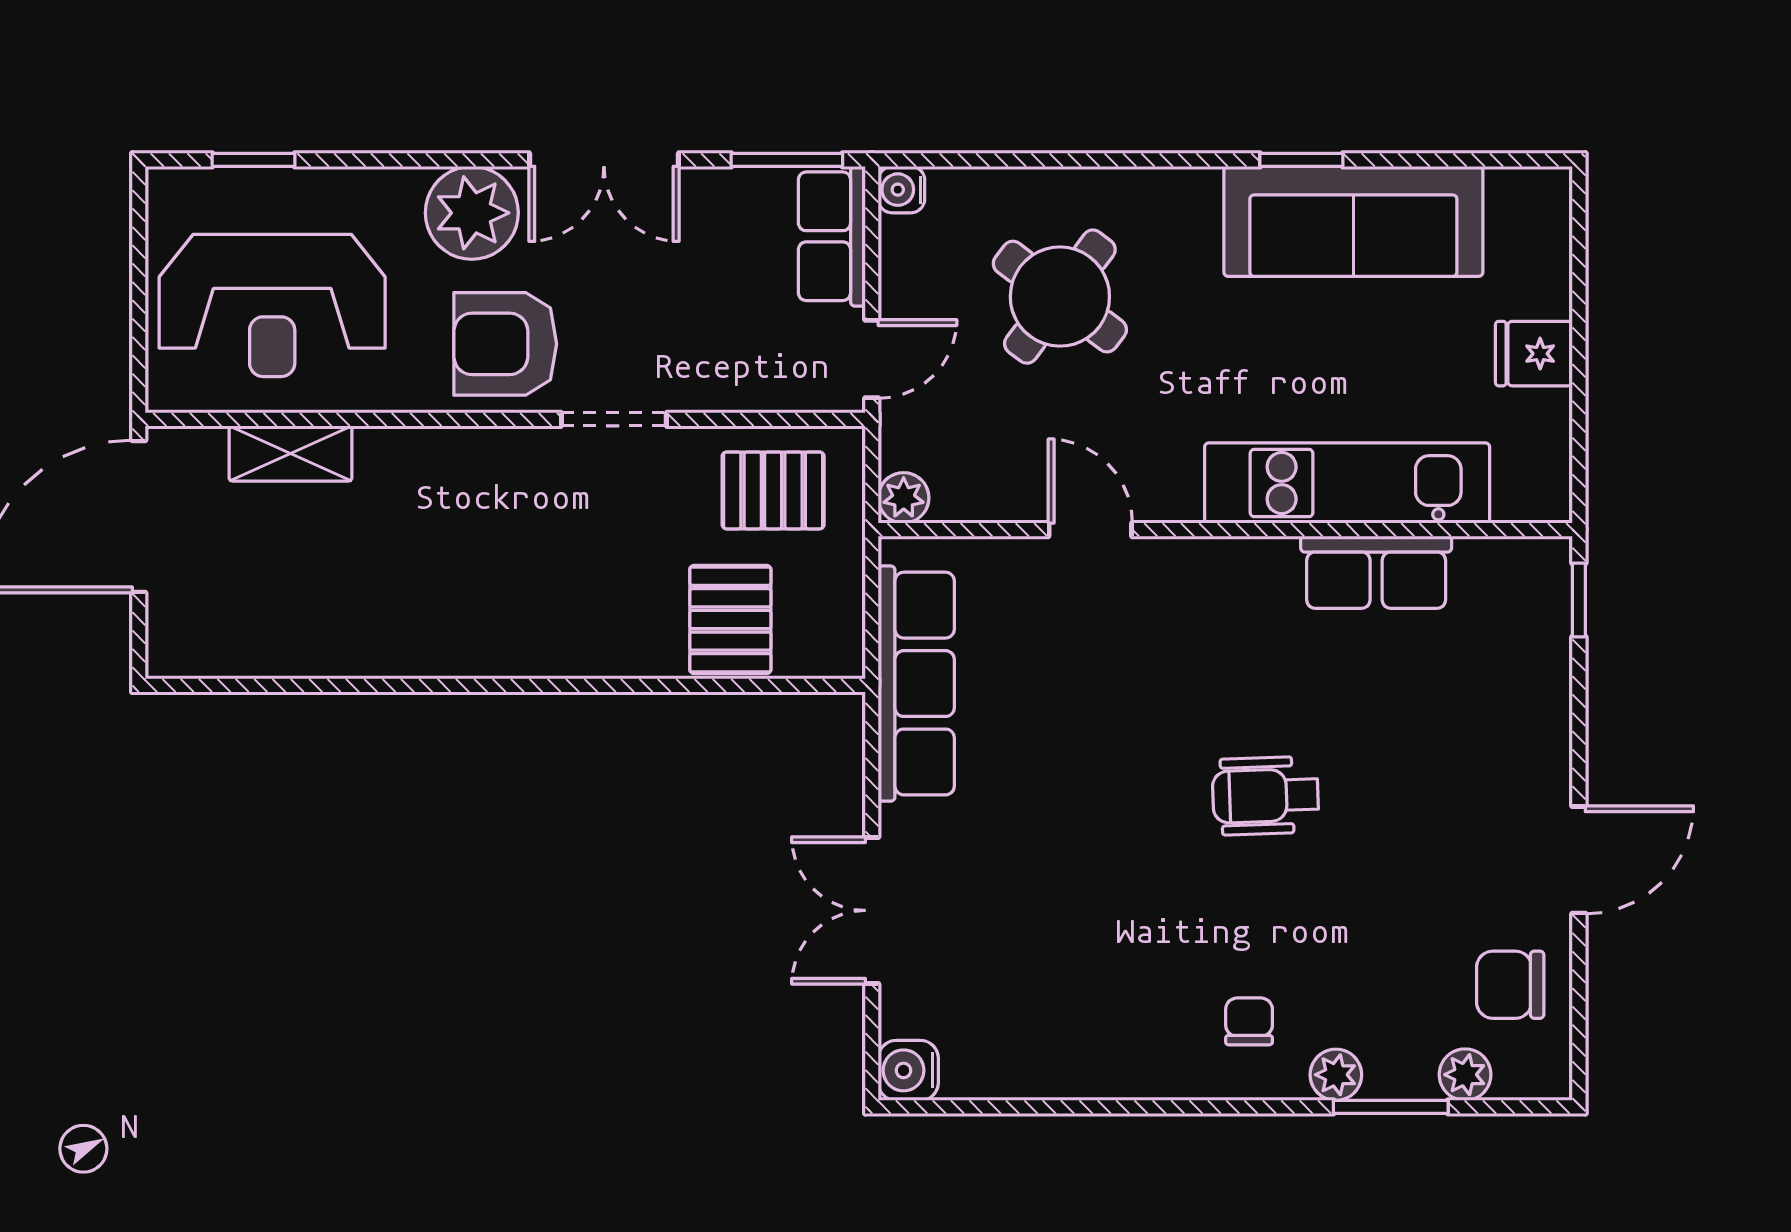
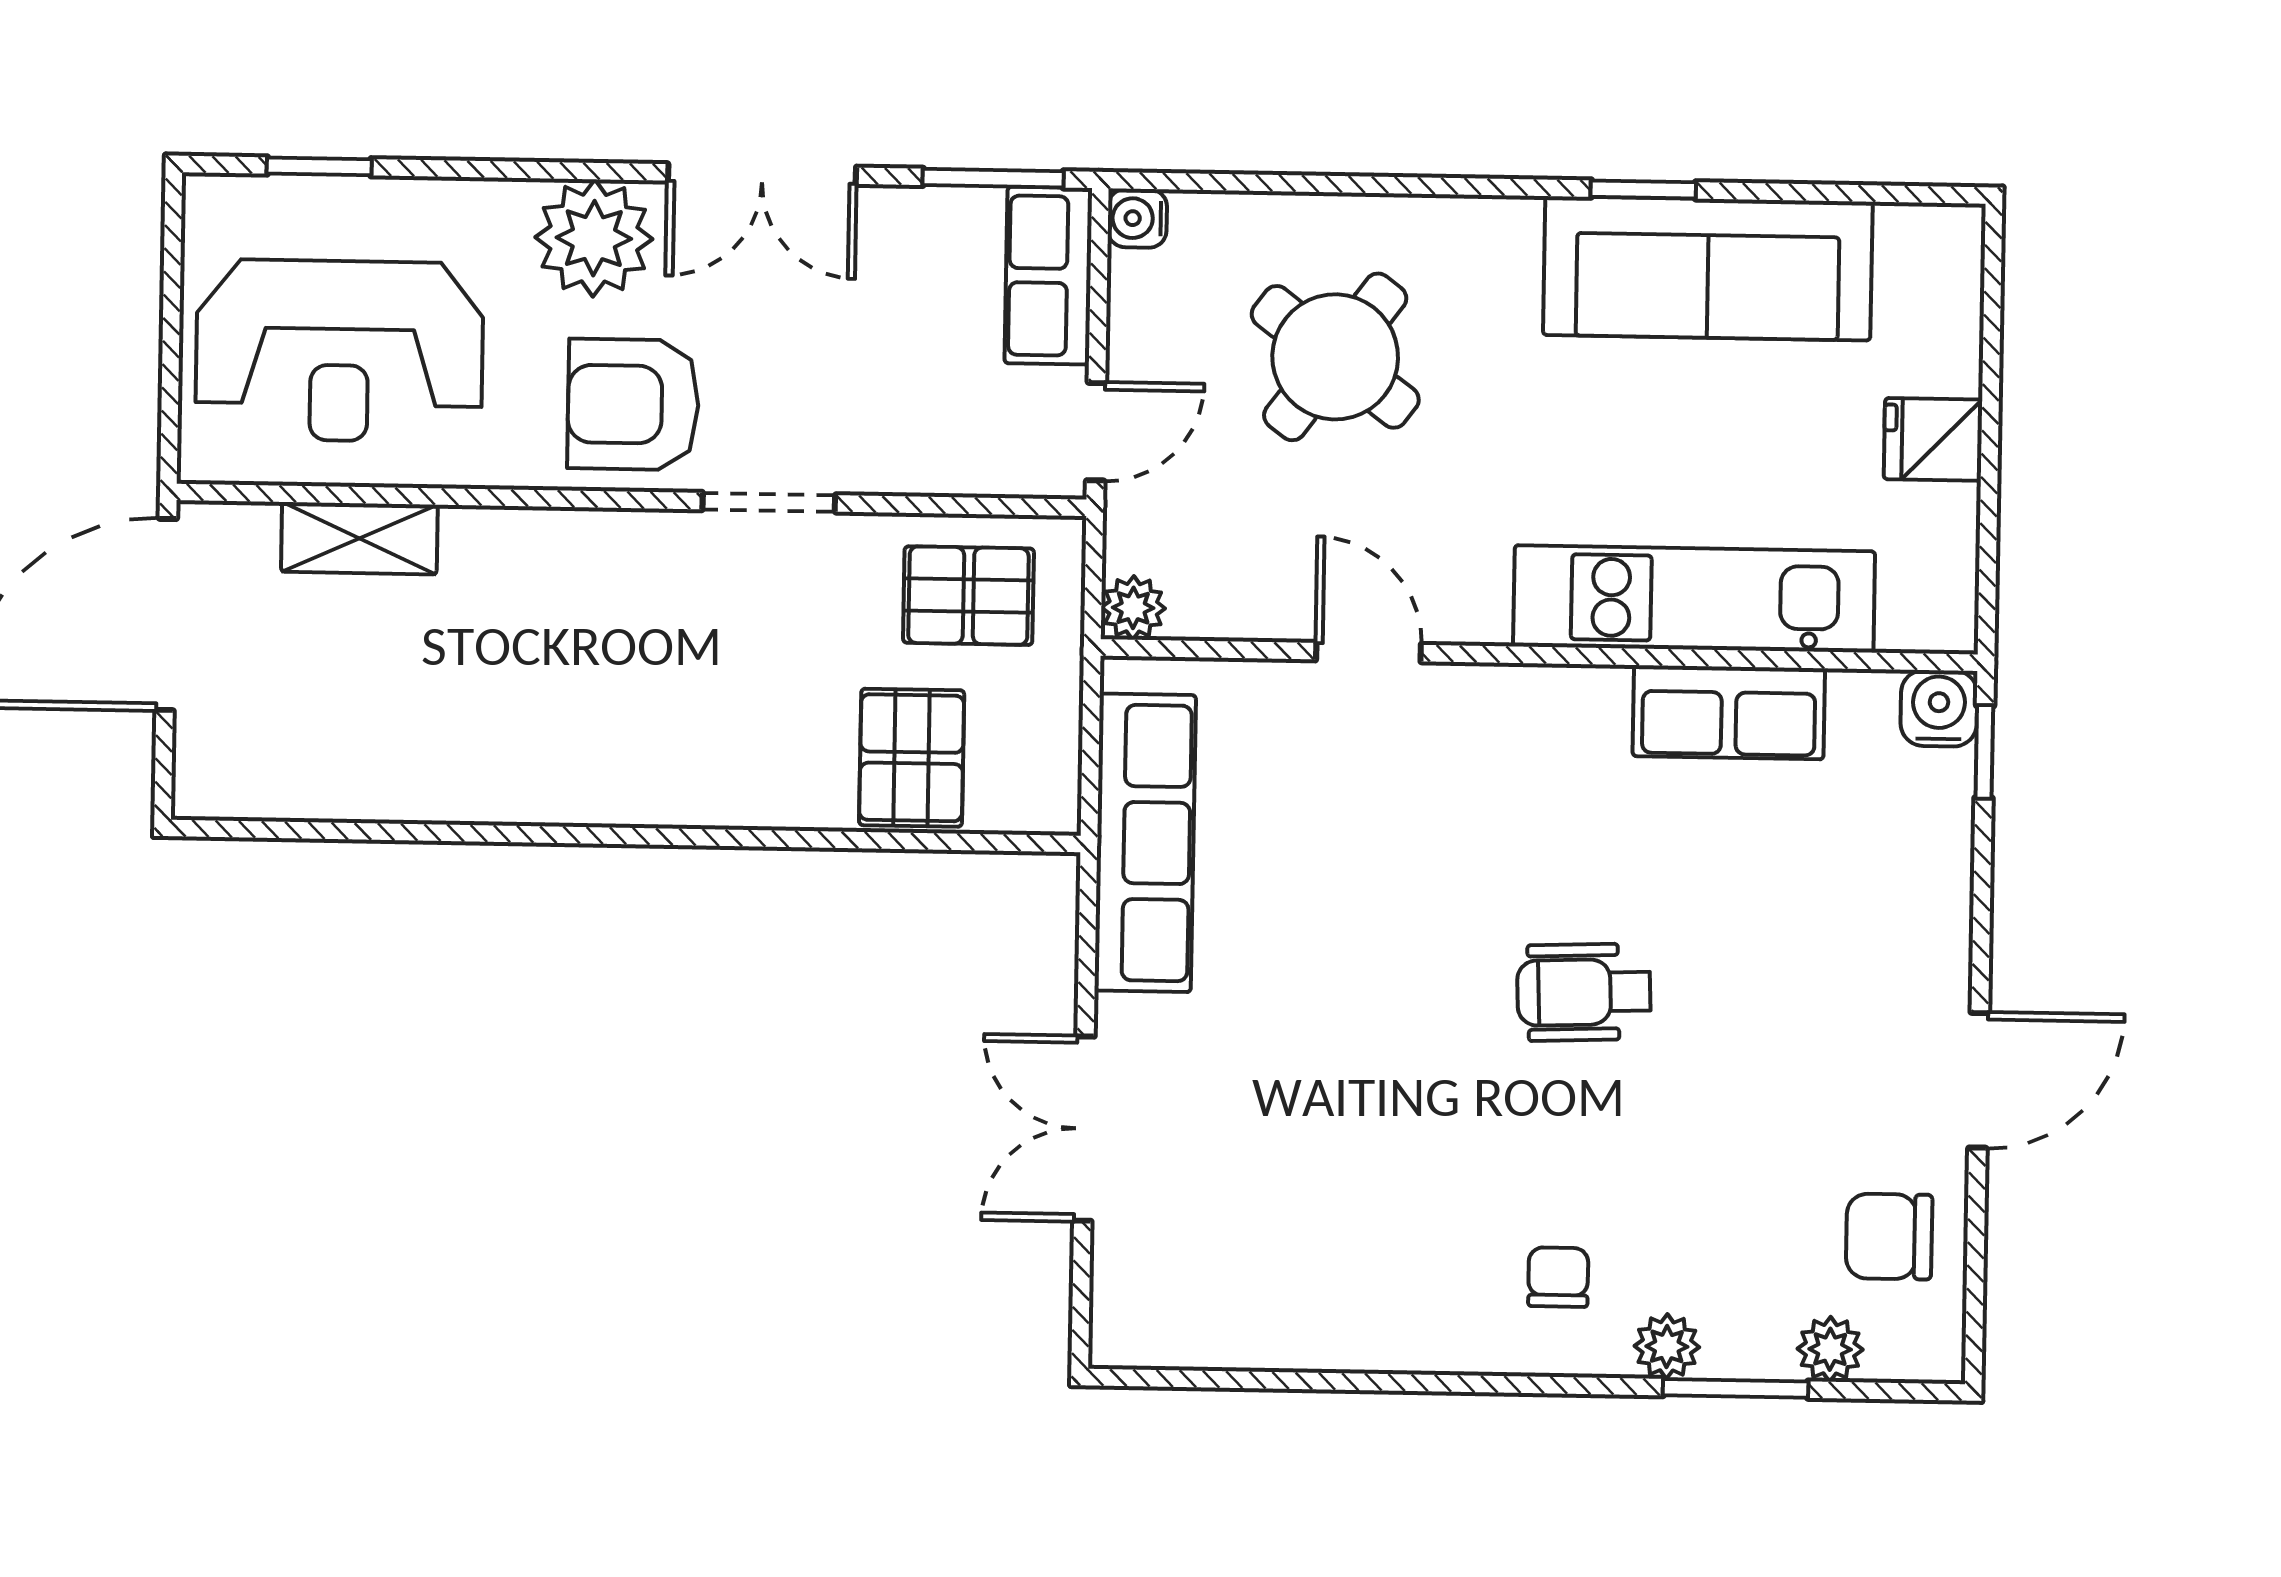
water cooler: (908, 1070) -> (1939, 708), moved, turned 90

